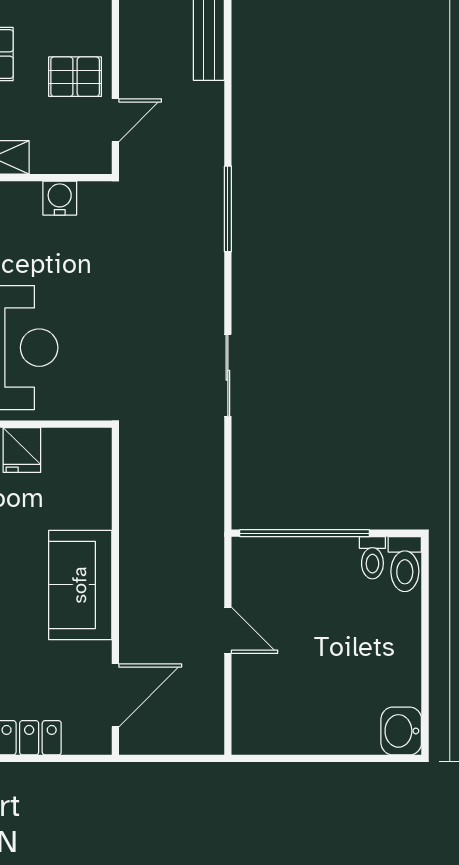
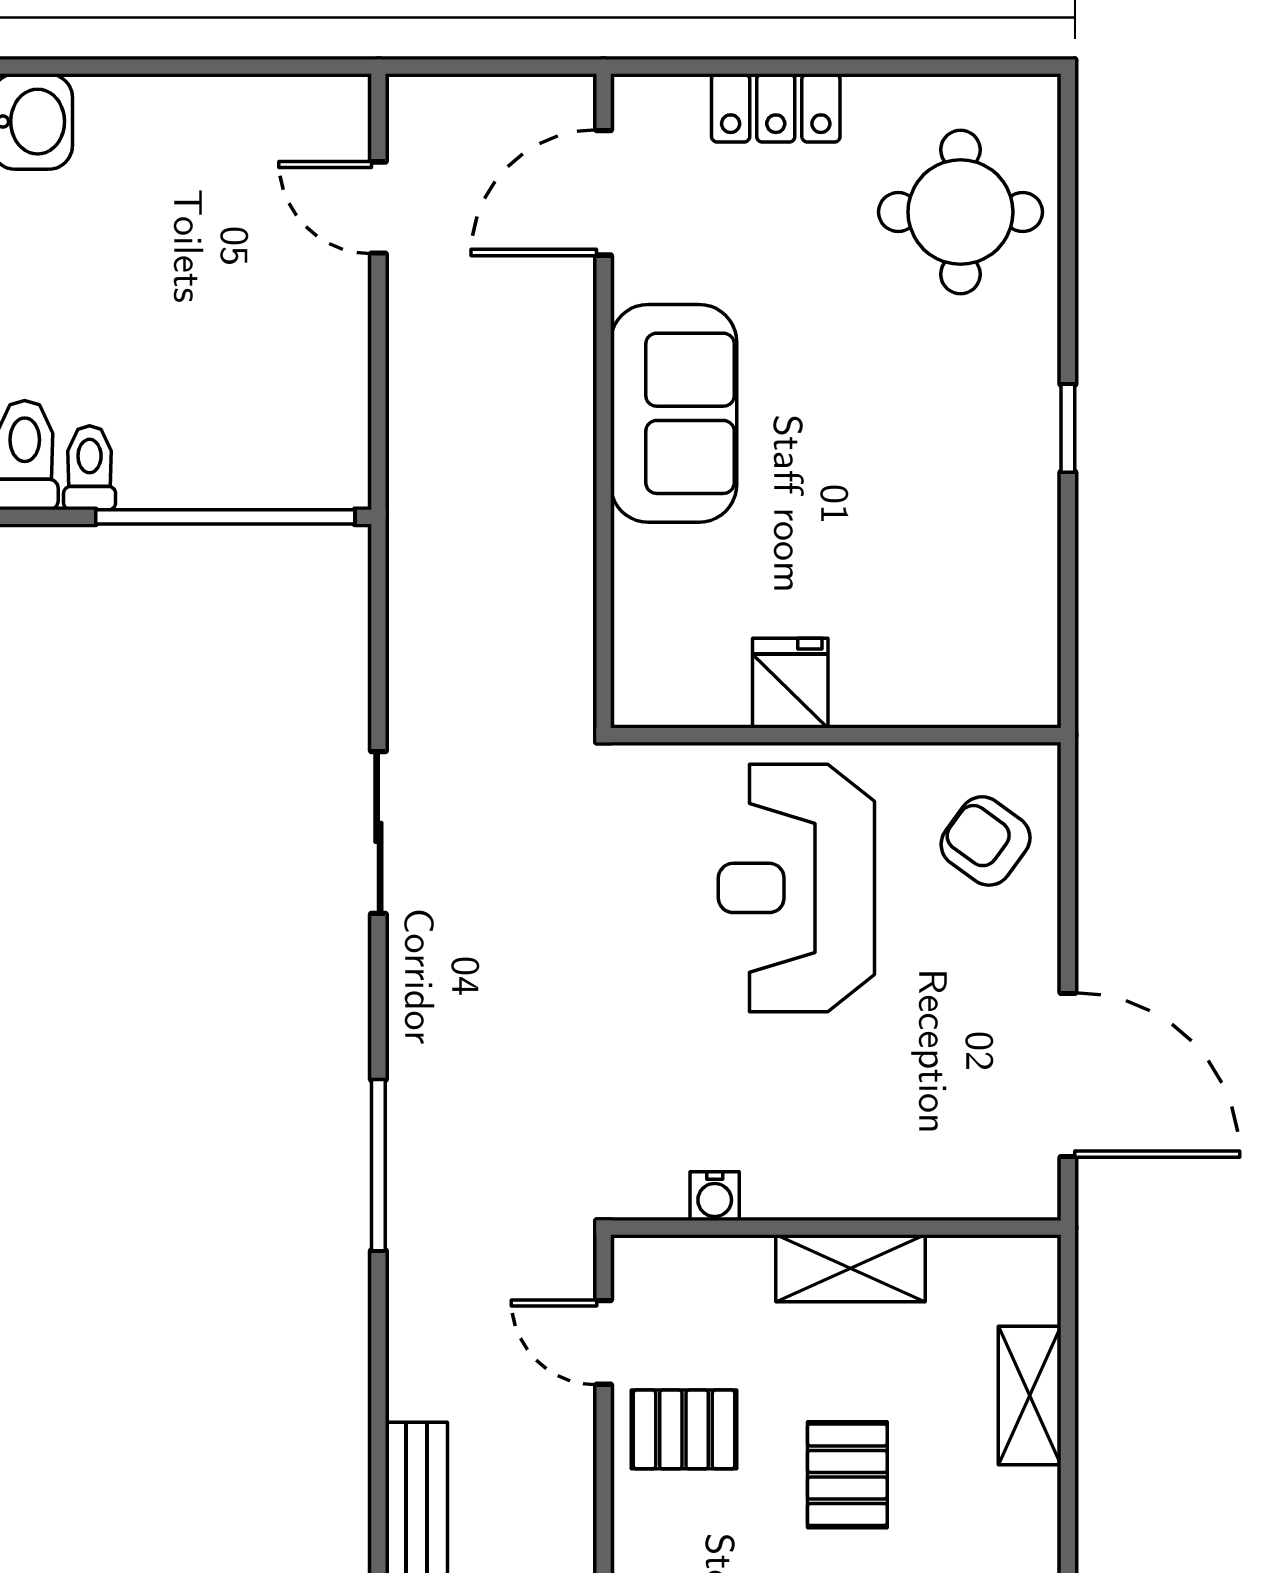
door: (115, 120) -> (604, 1342), hinge flipped
water cooler: (60, 198) -> (715, 1196), width x0.72, depth x0.72
door: (228, 630) -> (378, 208), moved

